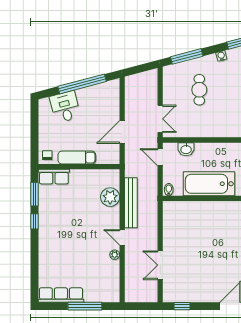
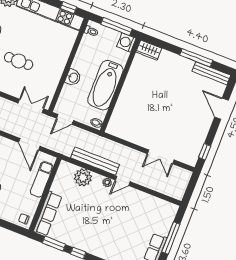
washbasin: (186, 149) -> (73, 78), moved
exam couch: (77, 158) -> (42, 179), moved
row of seats: (54, 177) -> (48, 214), width x1.48
plant: (115, 255) -> (107, 182), moved

